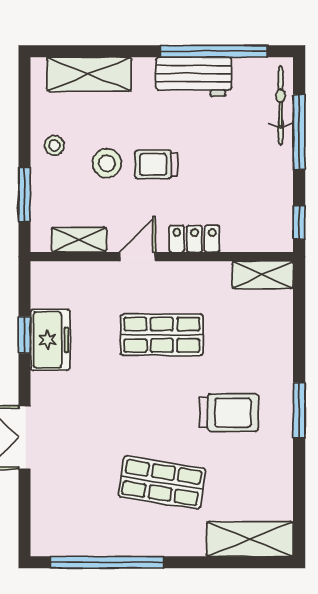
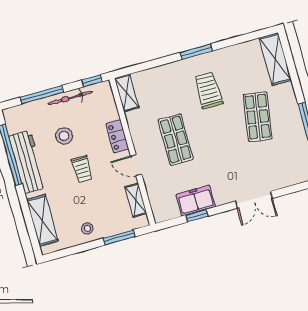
workbench: (194, 77) -> (28, 162), width x1.38
bicycle: (281, 105) -> (70, 98), moved
stool: (107, 163) -> (64, 136), moved

